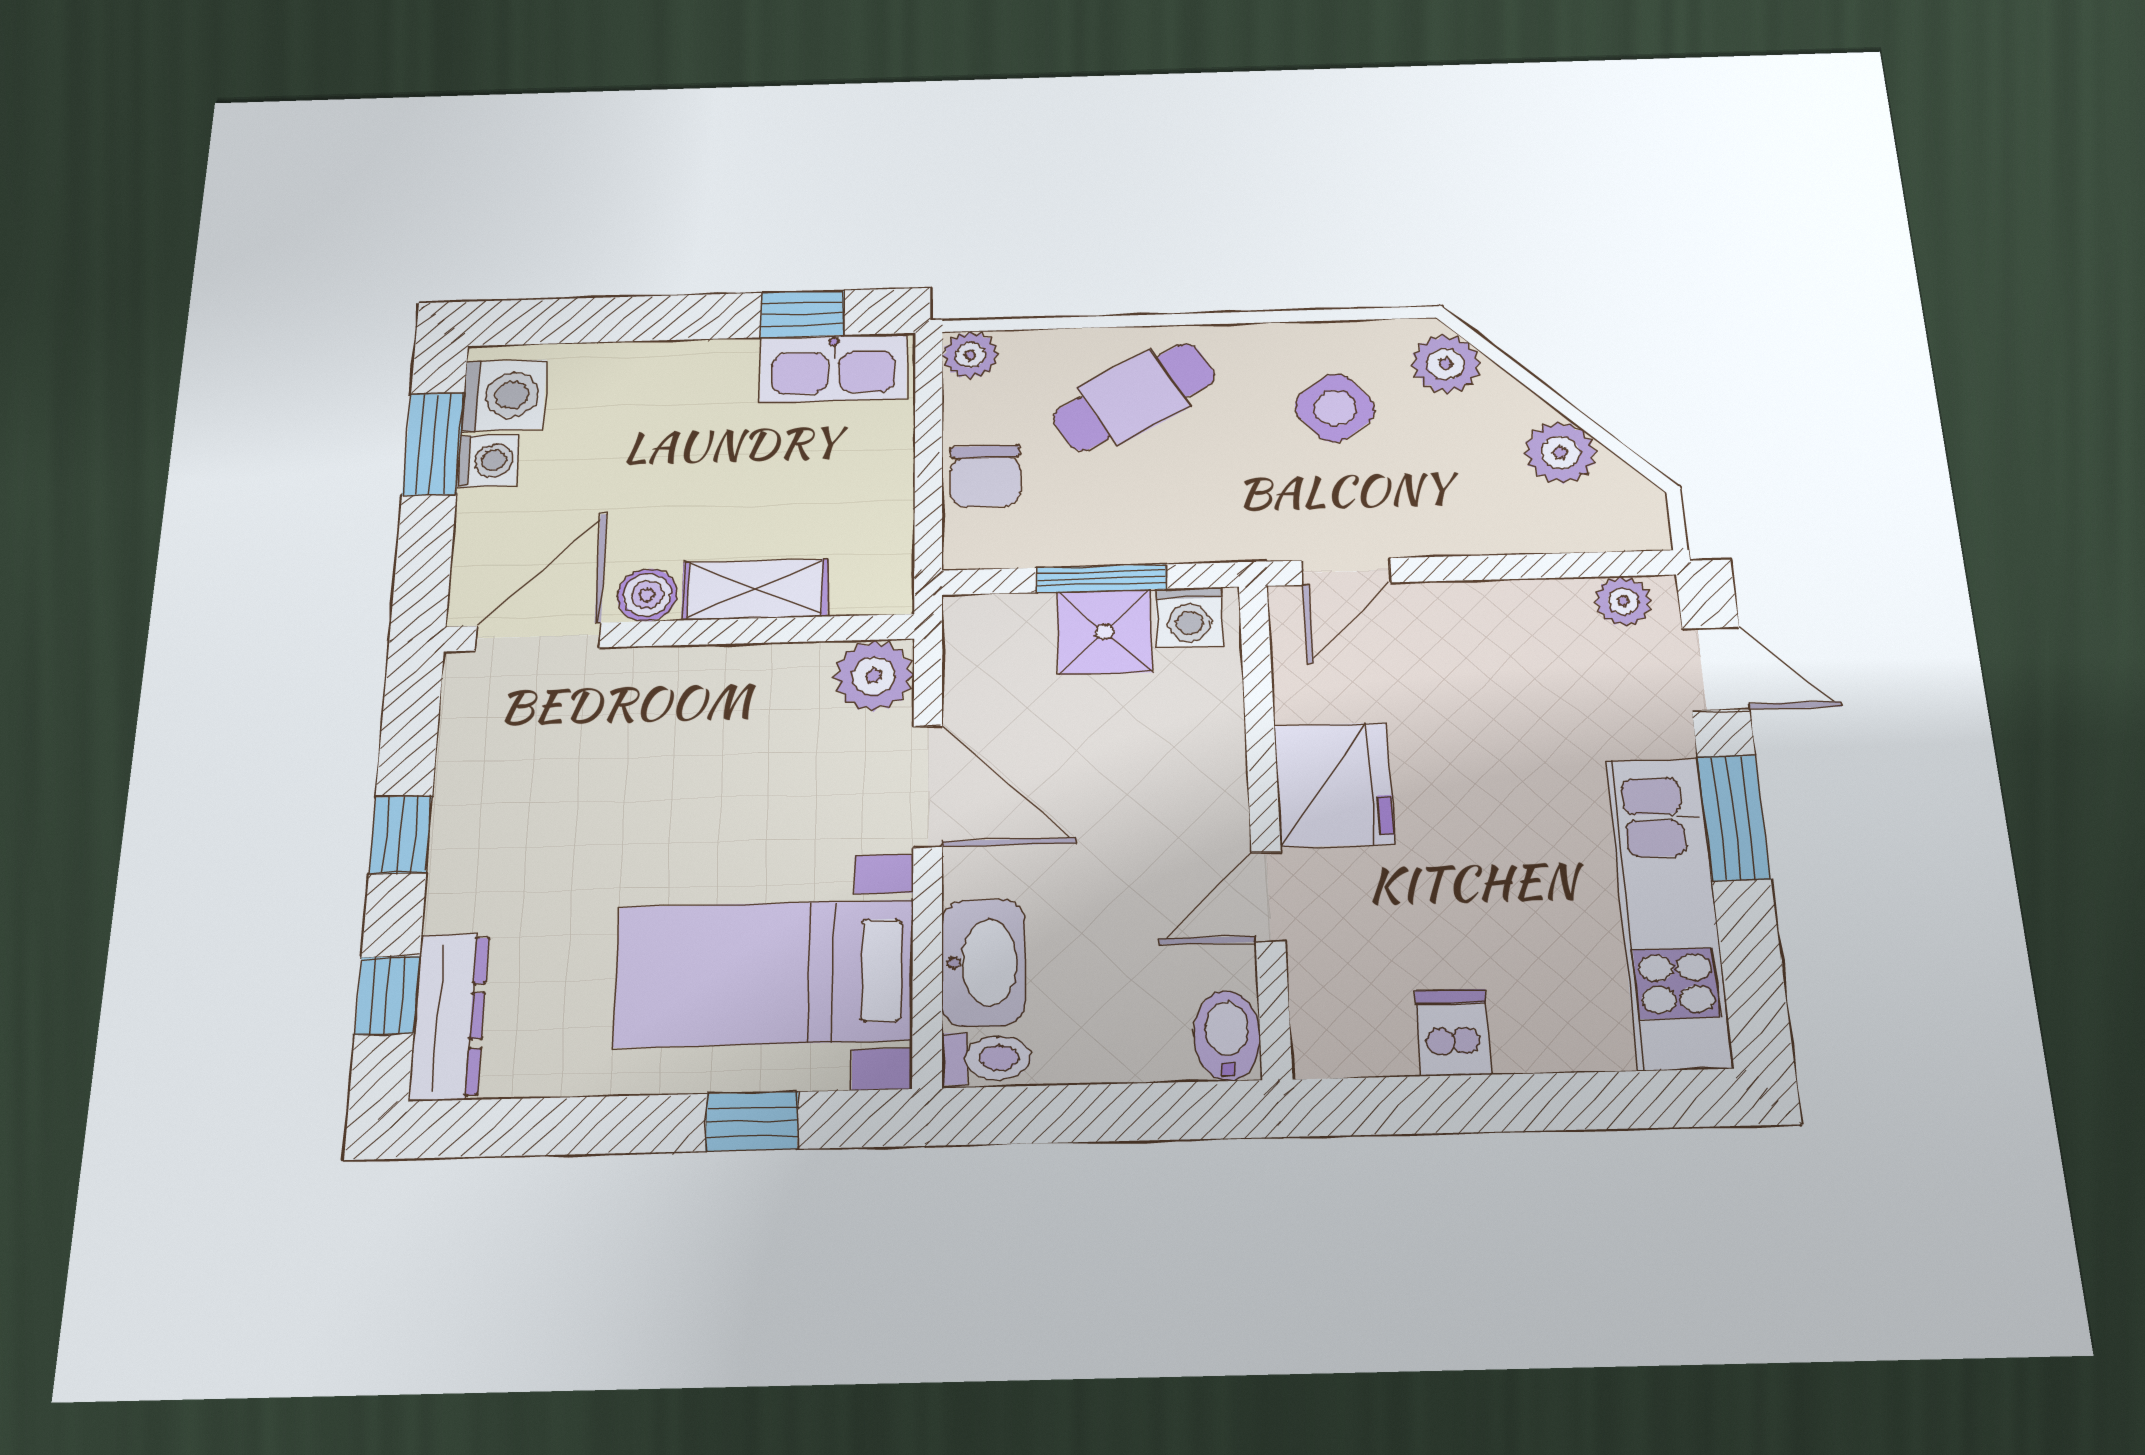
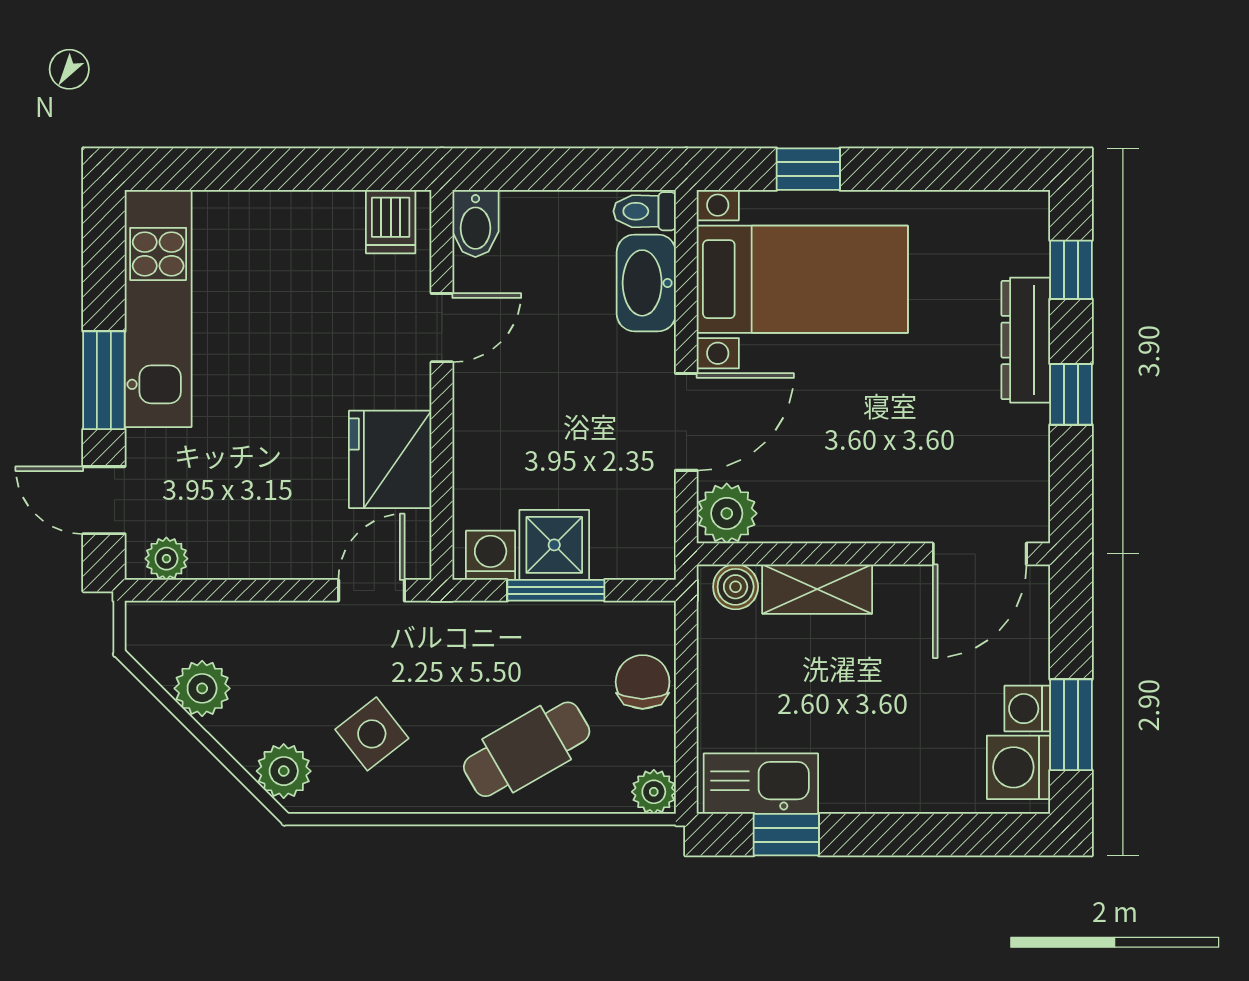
boiler: (647, 595) -> (736, 587), moved
fridge: (1334, 785) -> (390, 459), moved
door: (928, 786) -> (686, 422), swing flipped
dresser: (449, 1016) -> (1026, 340), moved
dishwasher: (1453, 1032) -> (391, 222), moved

